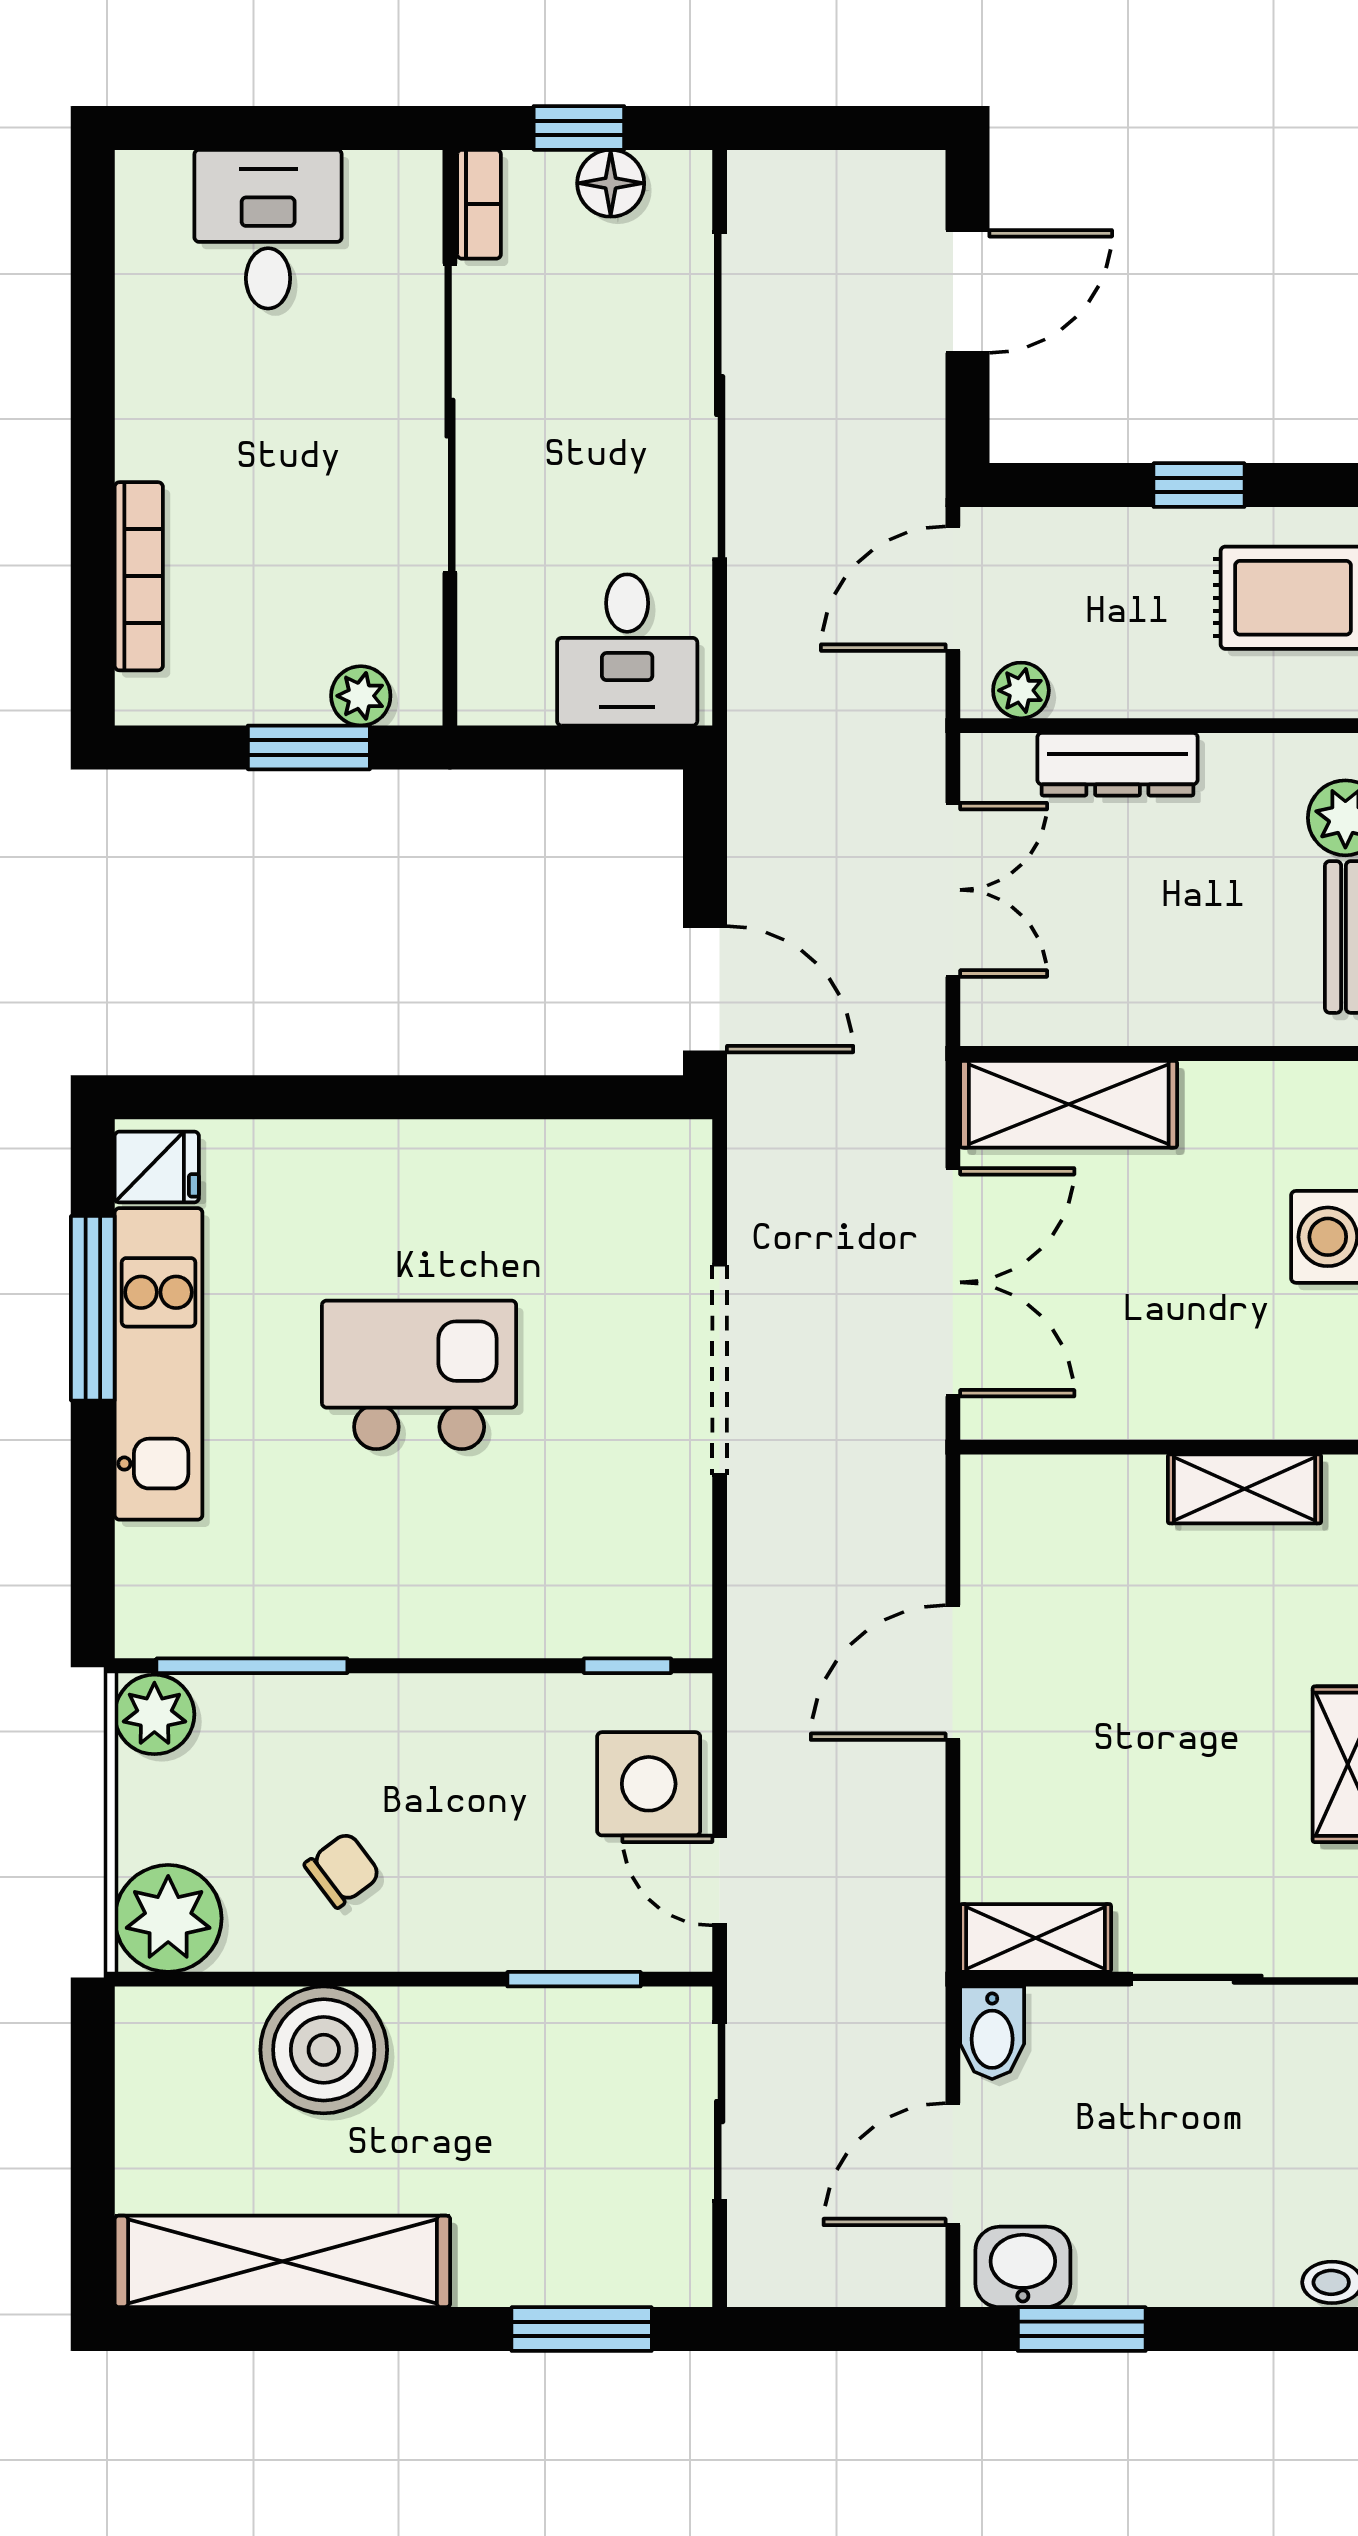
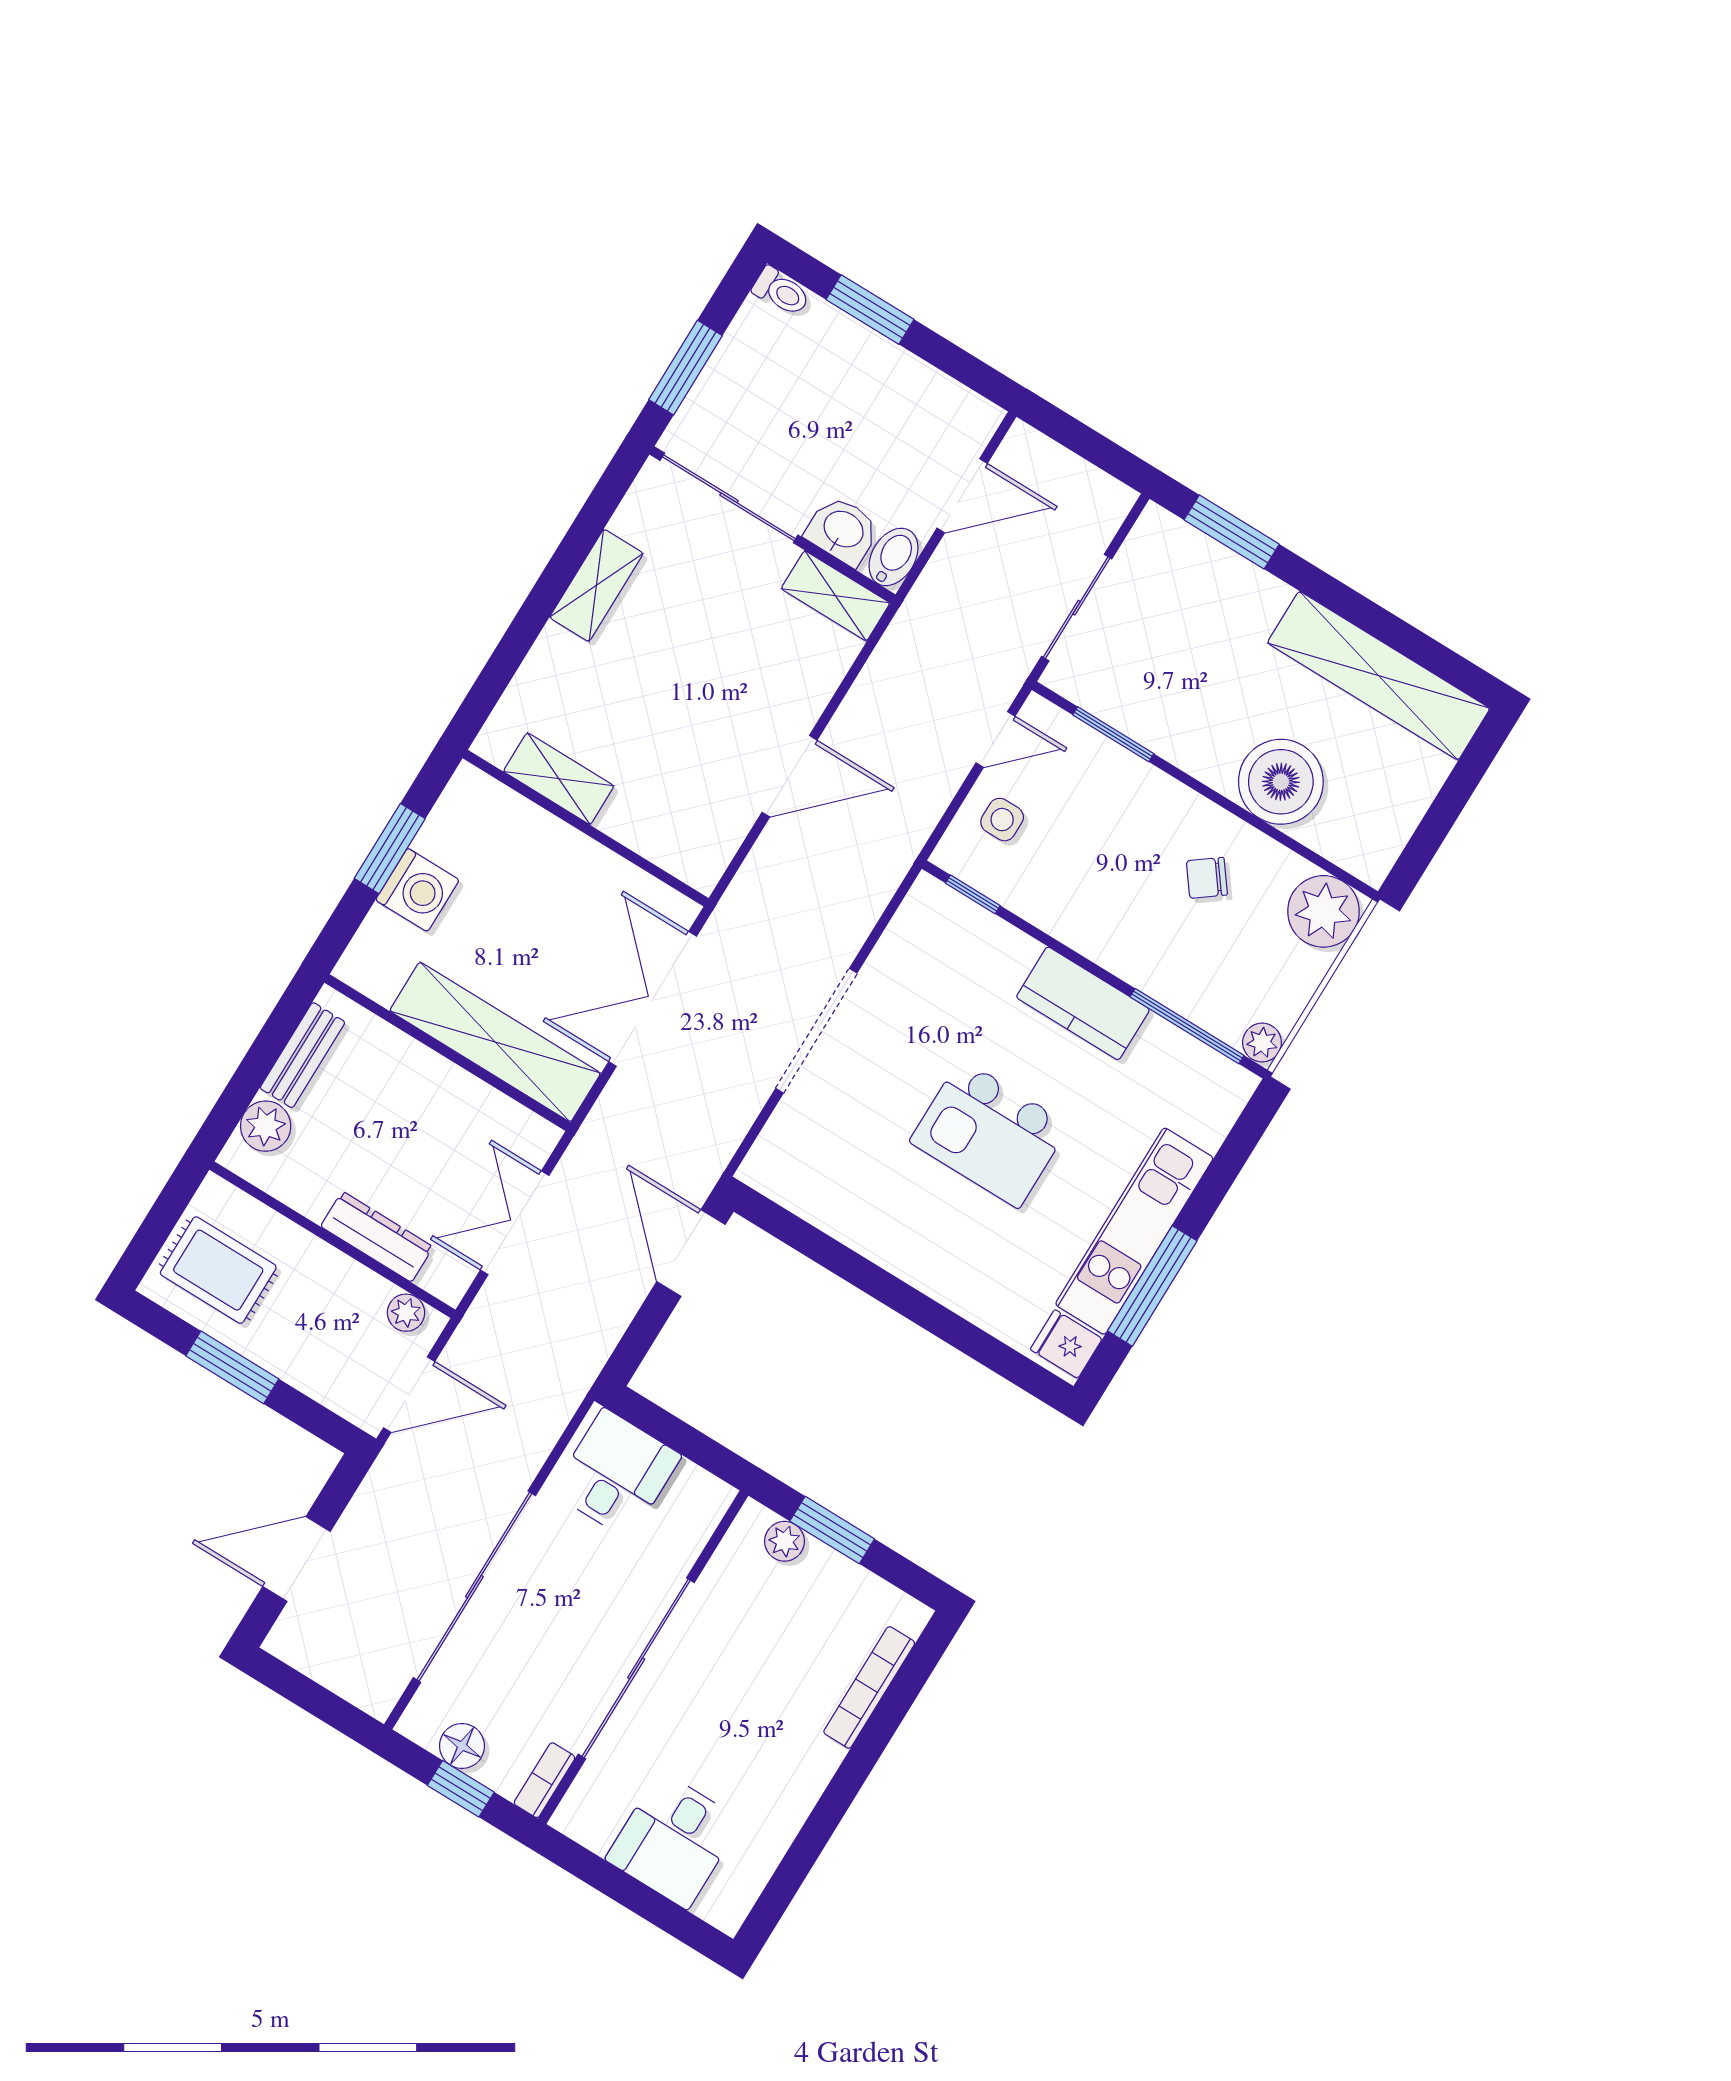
window: (1199, 485) -> (232, 1367), width x1.50
shelving: (1069, 1104) -> (495, 1042), width x1.47
kitchen counter: (402, 1613) -> (1083, 1003), added
plant: (154, 1714) -> (1262, 1043), width x0.73, depth x0.73
side table: (649, 1784) -> (1002, 820), width x0.54, depth x0.54
door: (720, 1880) -> (996, 739), hinge flipped
washbasin: (1023, 2267) -> (843, 530), moved, turned 180
window: (1082, 2329) -> (870, 309), moved

